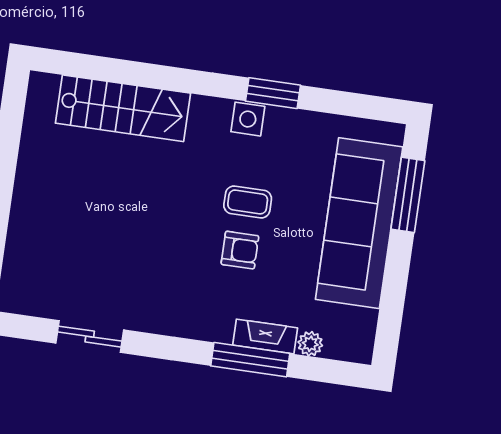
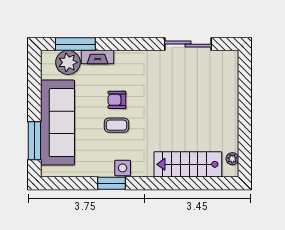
plant: (37, 107) -> (232, 159), added
sliding door: (90, 337) -> (188, 44), width x1.37
plant: (310, 344) -> (68, 62), width x1.88, depth x1.88
window: (250, 360) -> (75, 44), moved

